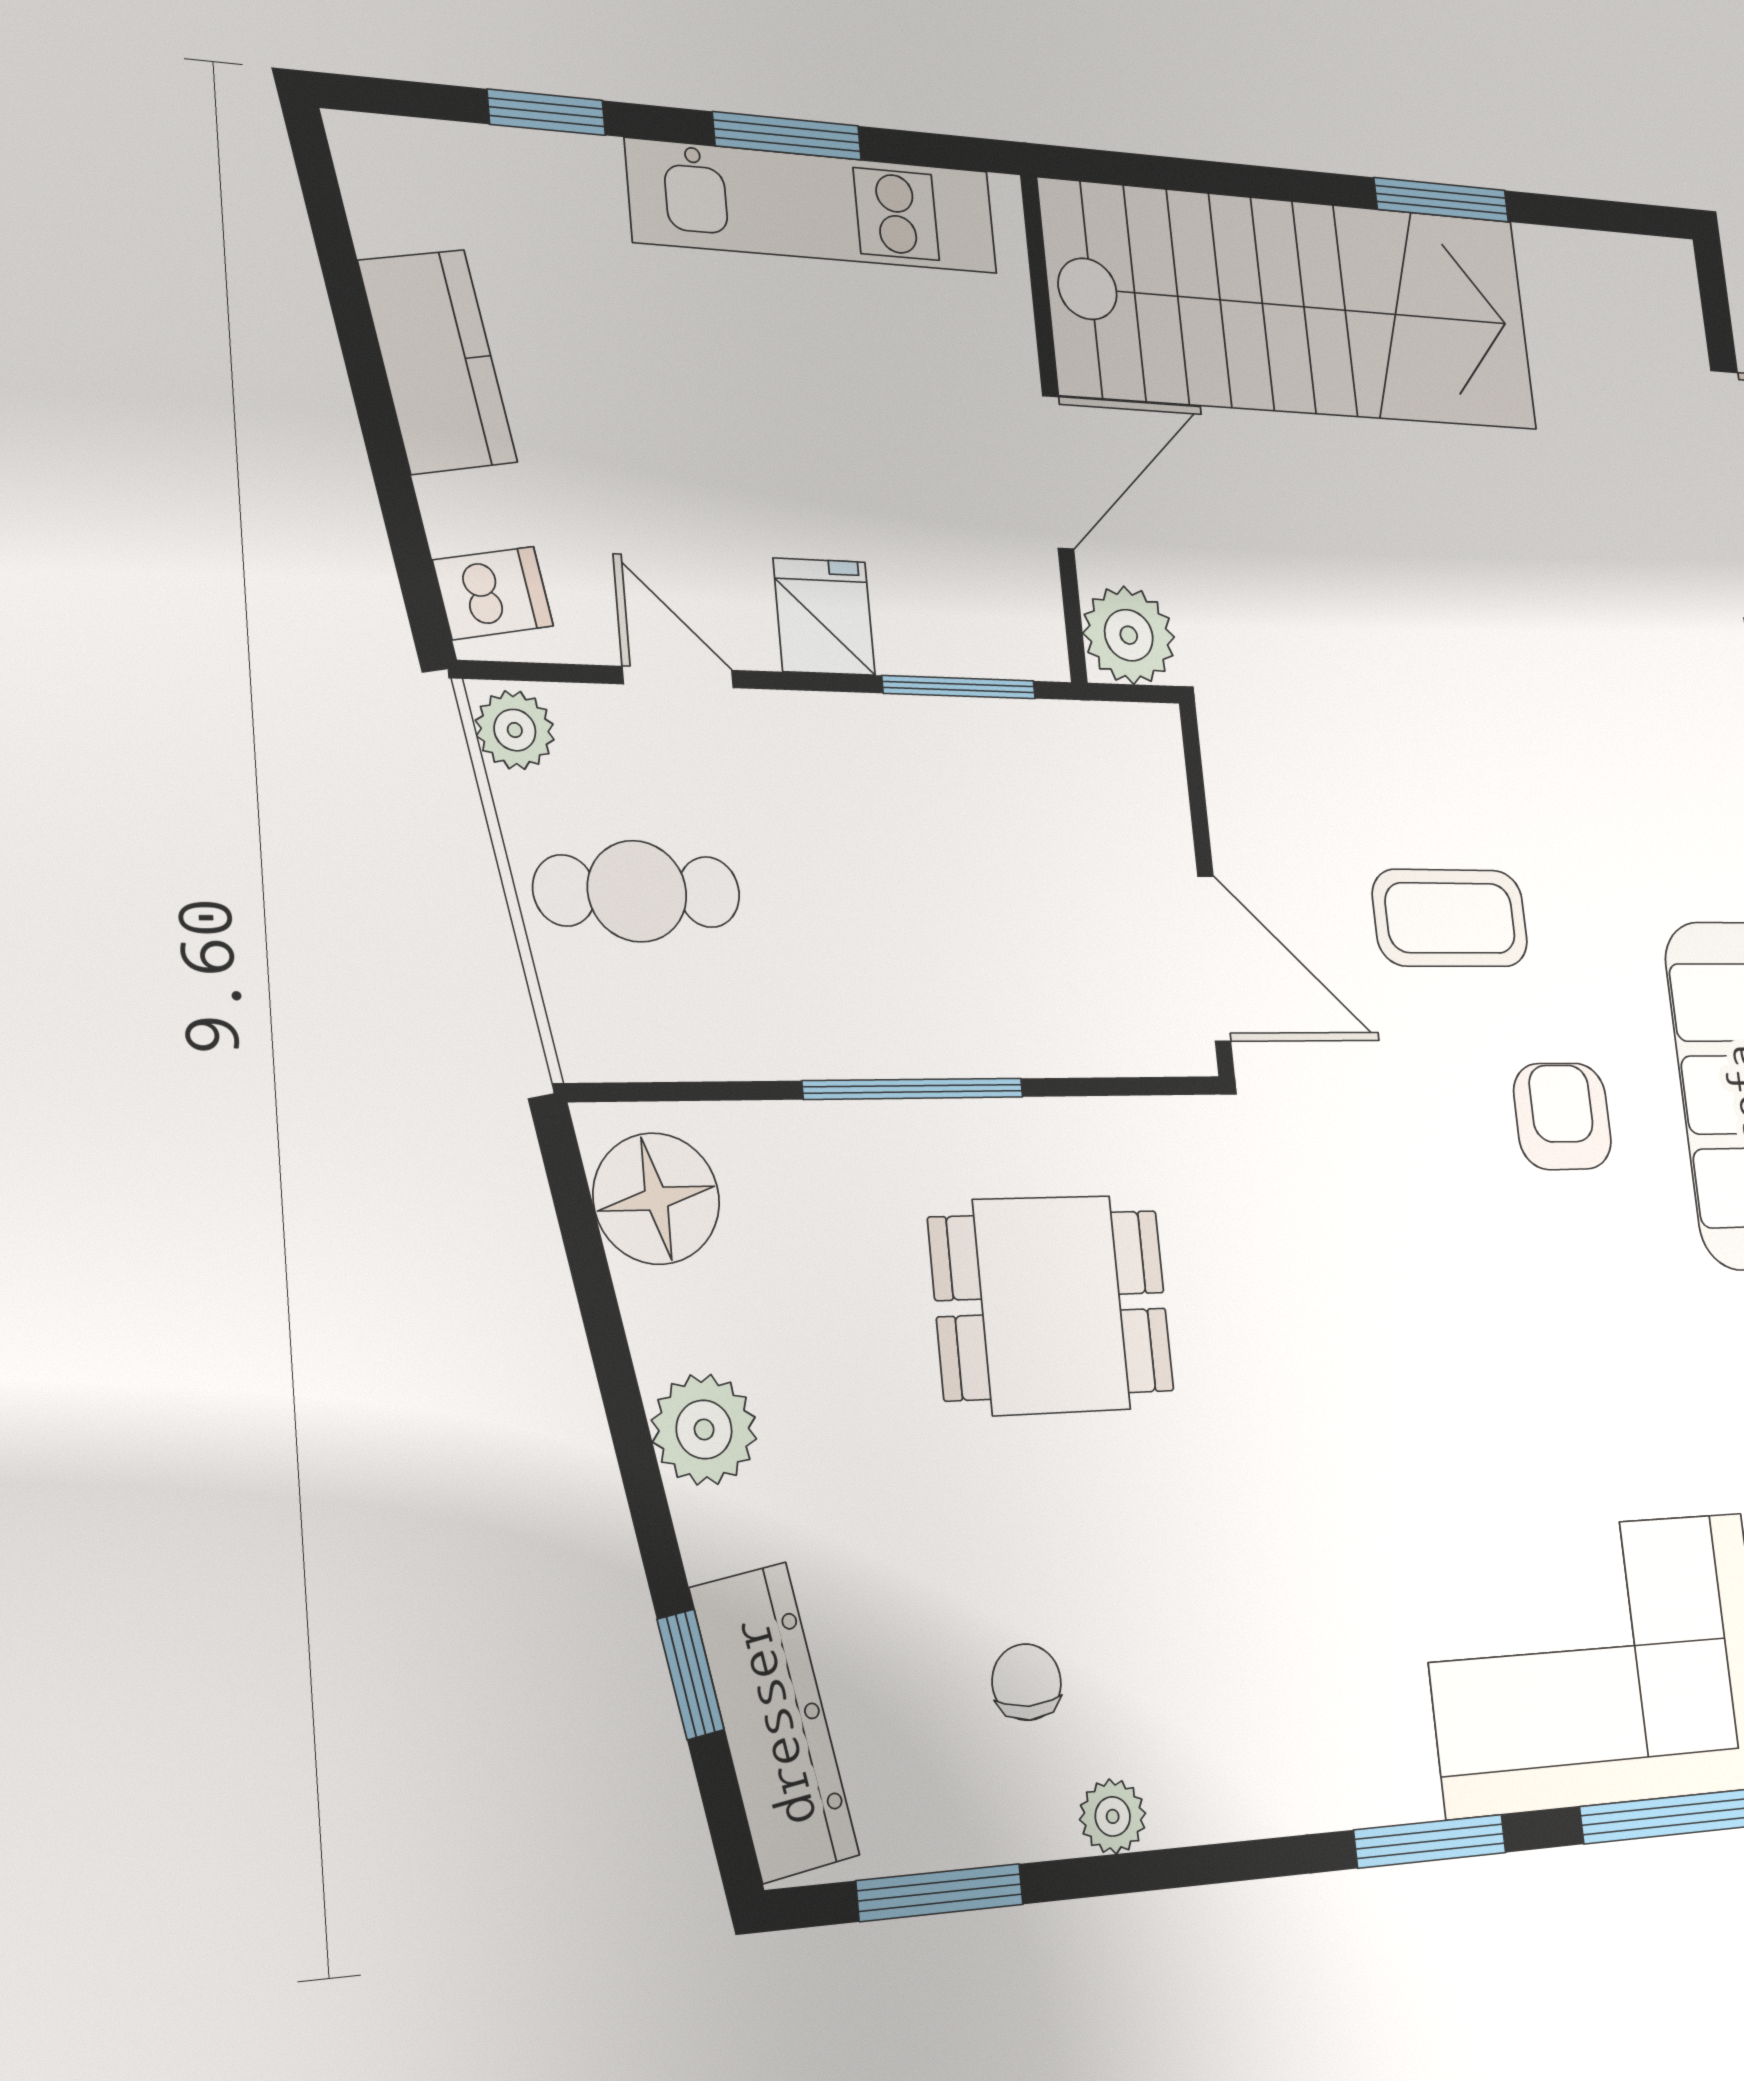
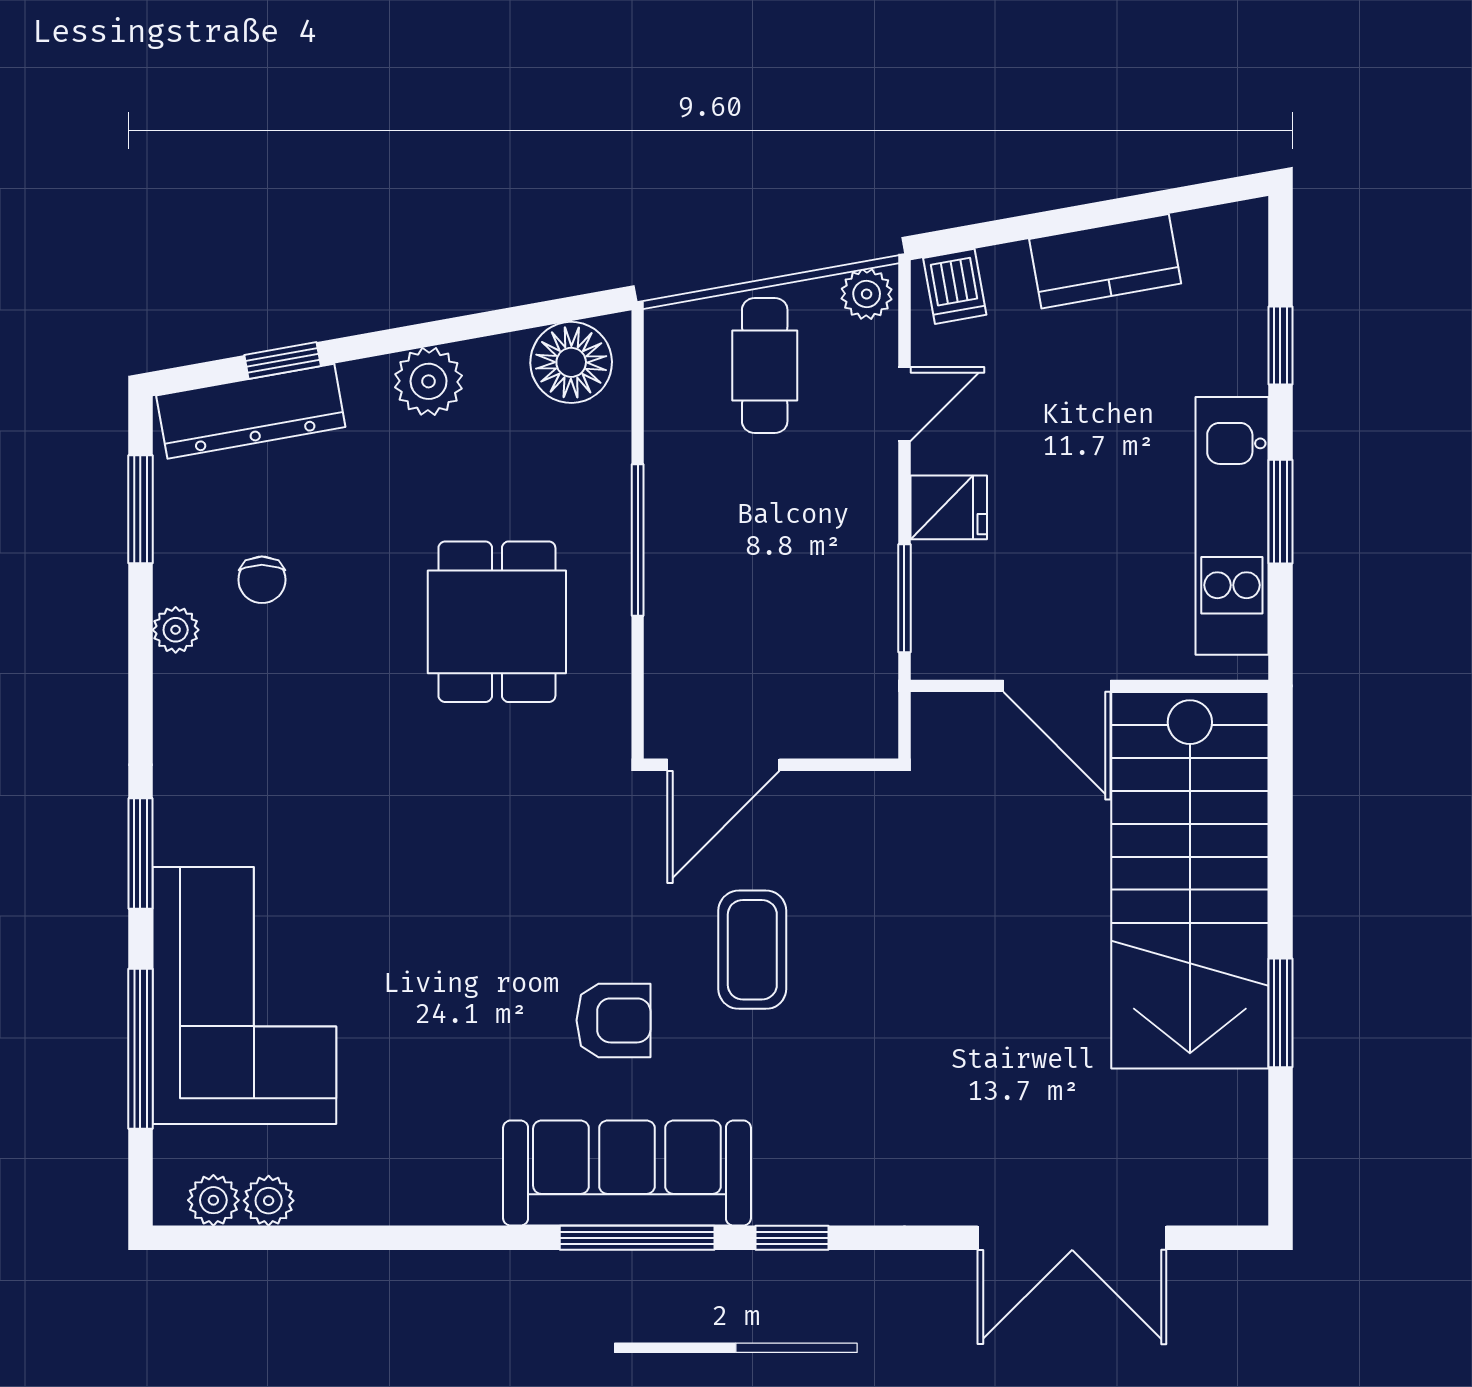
plant: (1129, 635) -> (945, 726), removed
chair: (1027, 1682) -> (262, 580), turned 90

